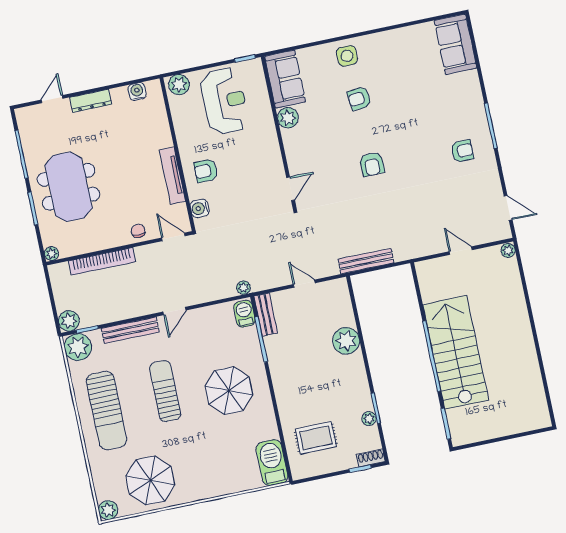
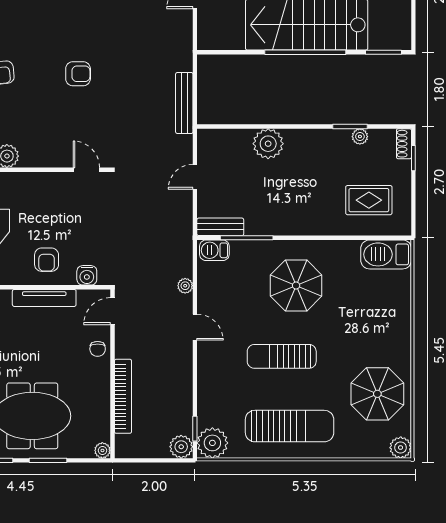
chair: (138, 231) -> (98, 349), turned -90
plant: (244, 288) -> (185, 286), moved
bench: (130, 330) -> (206, 381), removed
rug: (316, 438) -> (369, 200), turned 90

